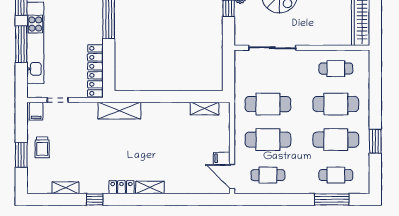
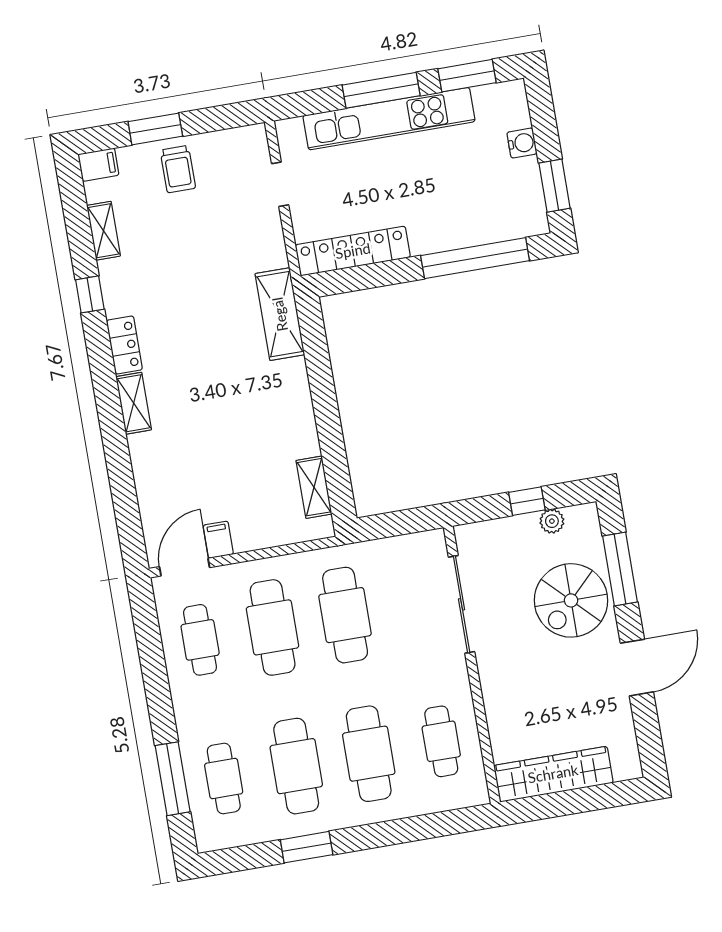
filing cabinet: (36, 111) -> (98, 165), moved, turned 180
trolley: (42, 147) -> (178, 169), turned -90

